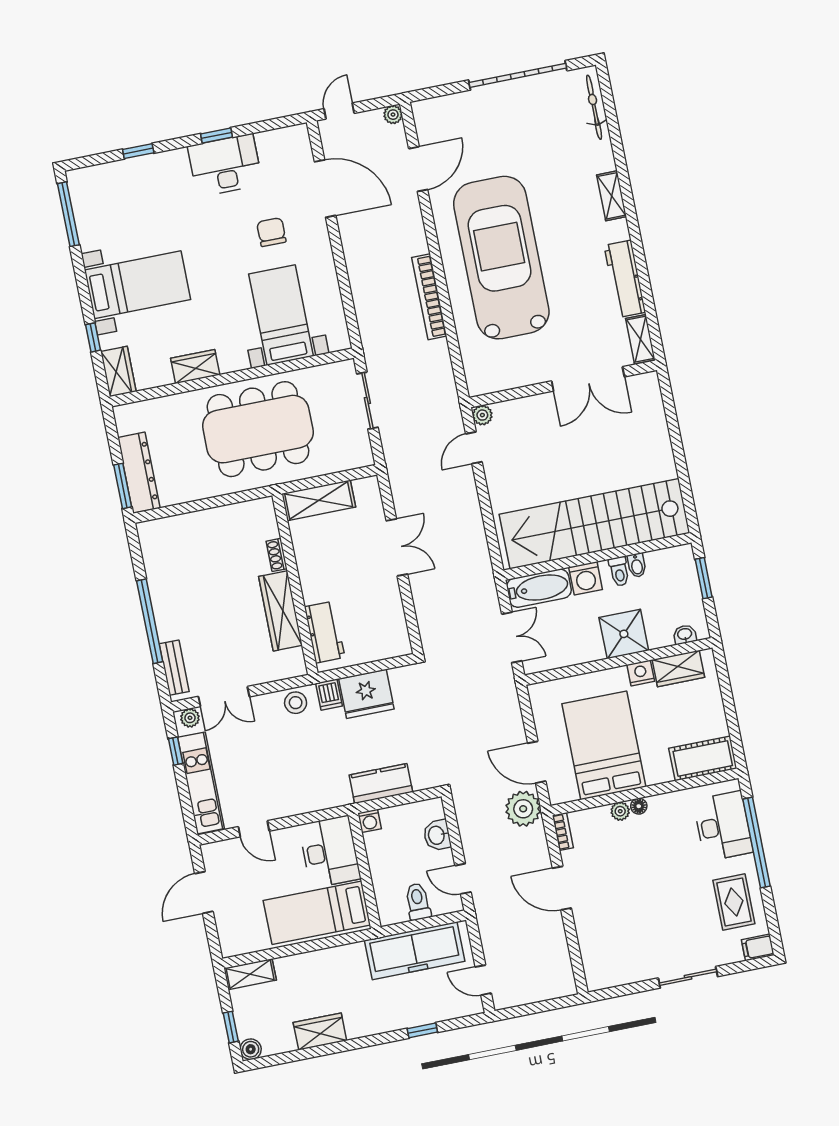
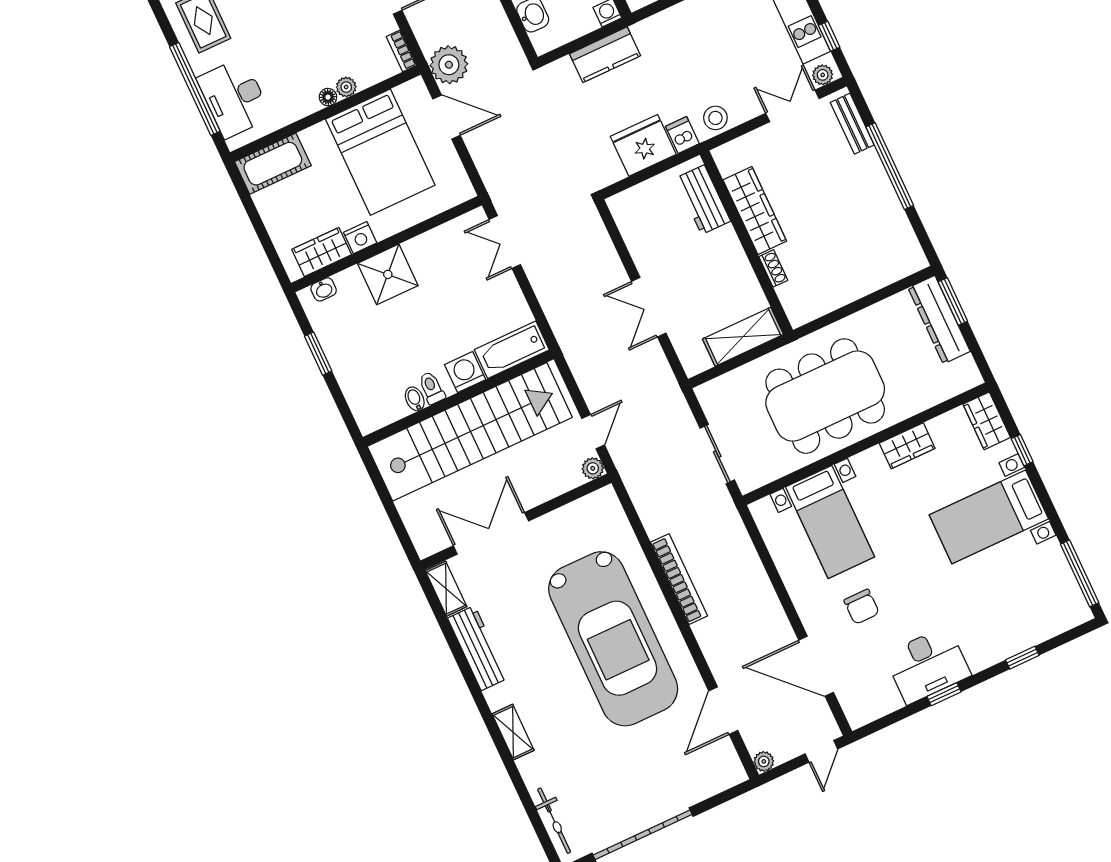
stairs: (594, 524) -> (470, 432), moved
wall: (597, 556) -> (458, 398), moved
bidet: (637, 565) -> (415, 399), moved
toilet: (619, 571) -> (432, 388), moved
washing machine: (586, 578) -> (465, 372), moved
bathtub: (539, 588) -> (512, 350), moved

